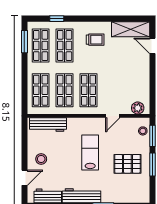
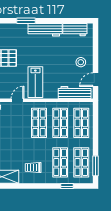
lab bench: (90, 153) -> (35, 82), moved
door: (24, 178) -> (95, 80), moved

